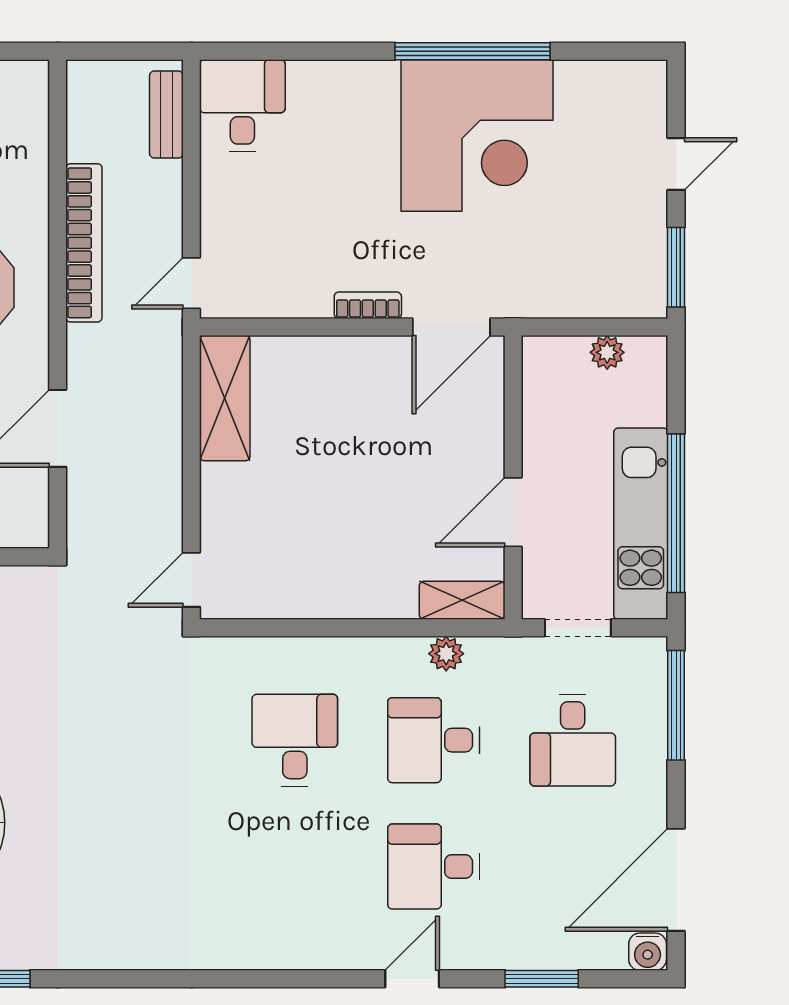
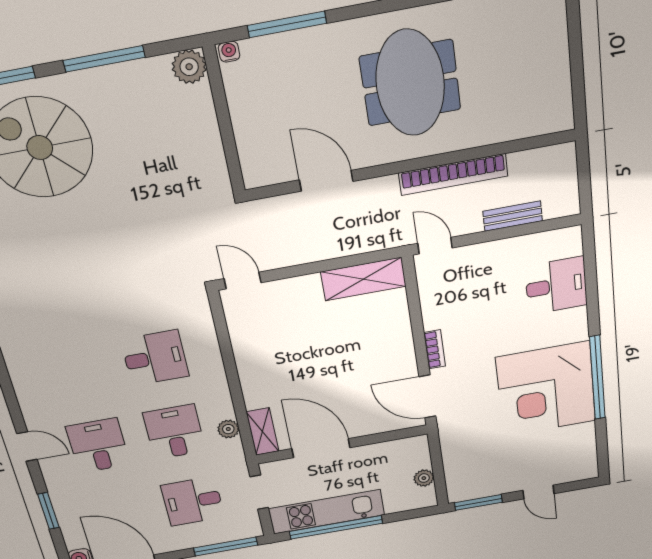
desk: (242, 106) -> (556, 286), moved
bench: (166, 114) -> (513, 216), moved
door: (513, 512) -> (321, 448), width x1.36

